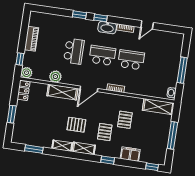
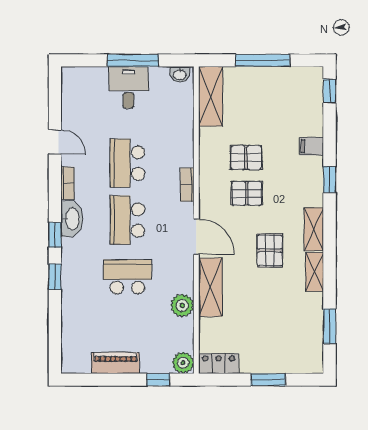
desk: (169, 66) -> (128, 87), added
pallet: (105, 132) -> (247, 193), moved
filing cabinet: (130, 154) -> (311, 146), width x0.50

